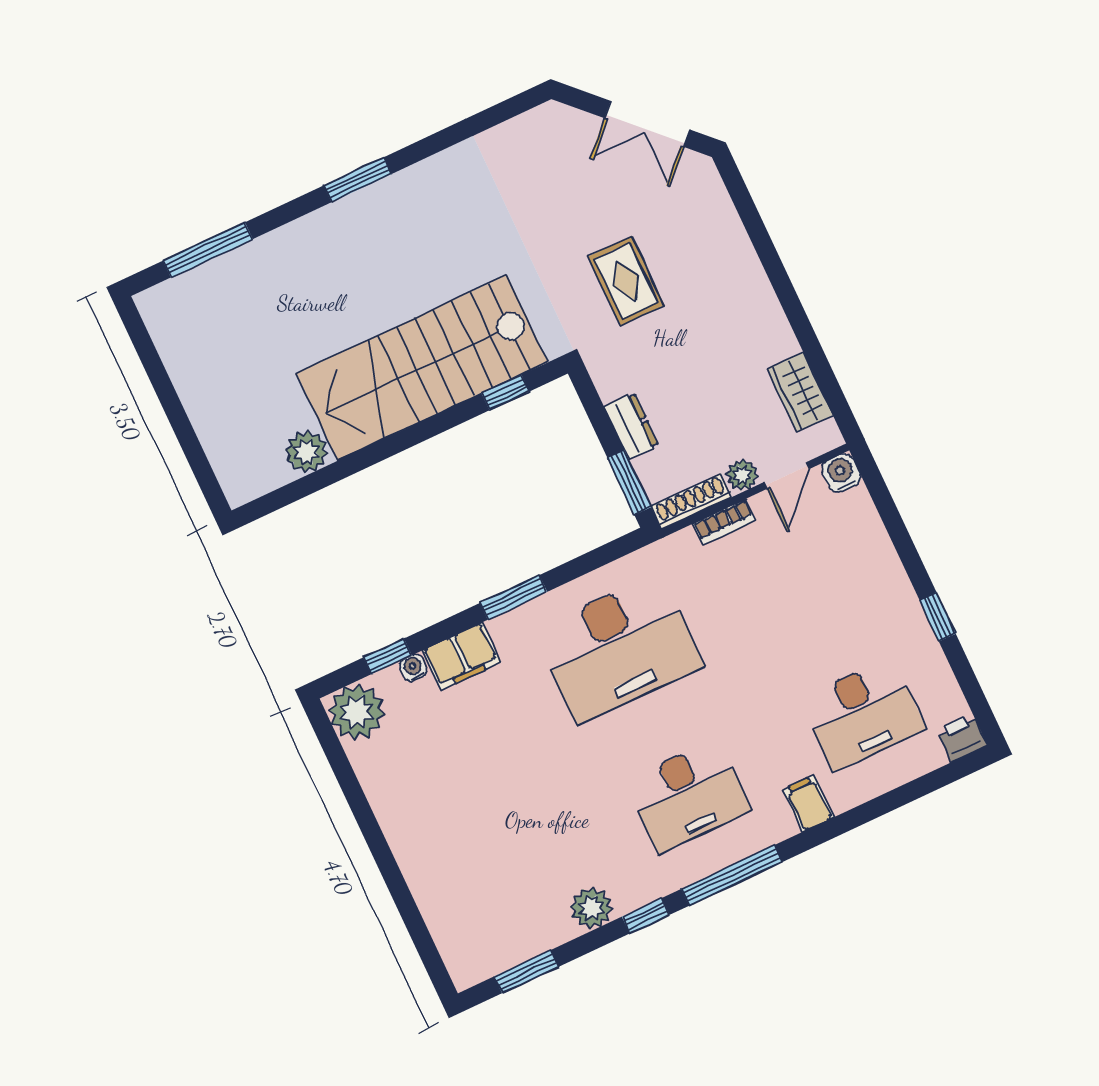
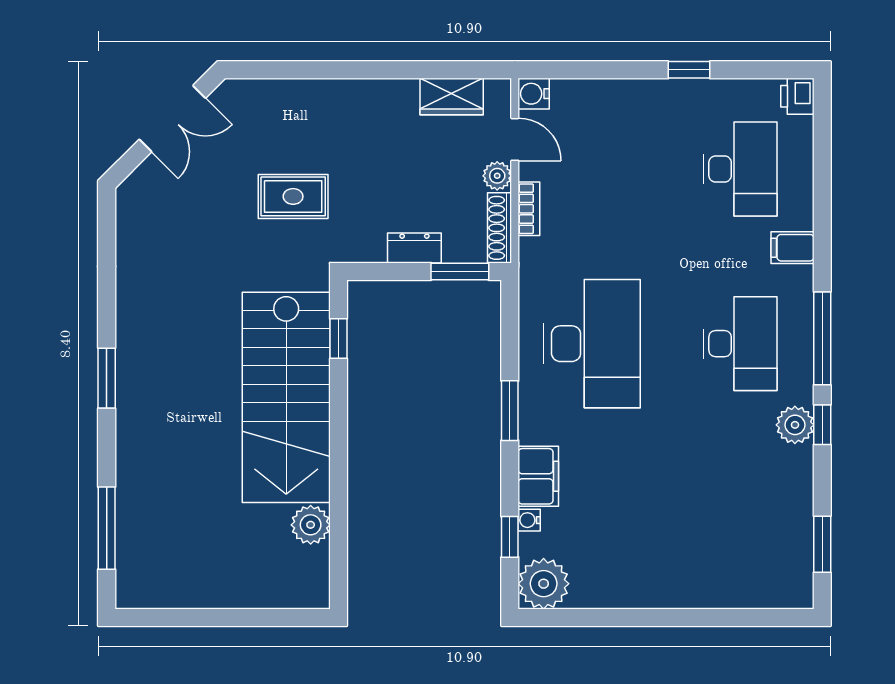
plant: (592, 908) -> (795, 425), moved

